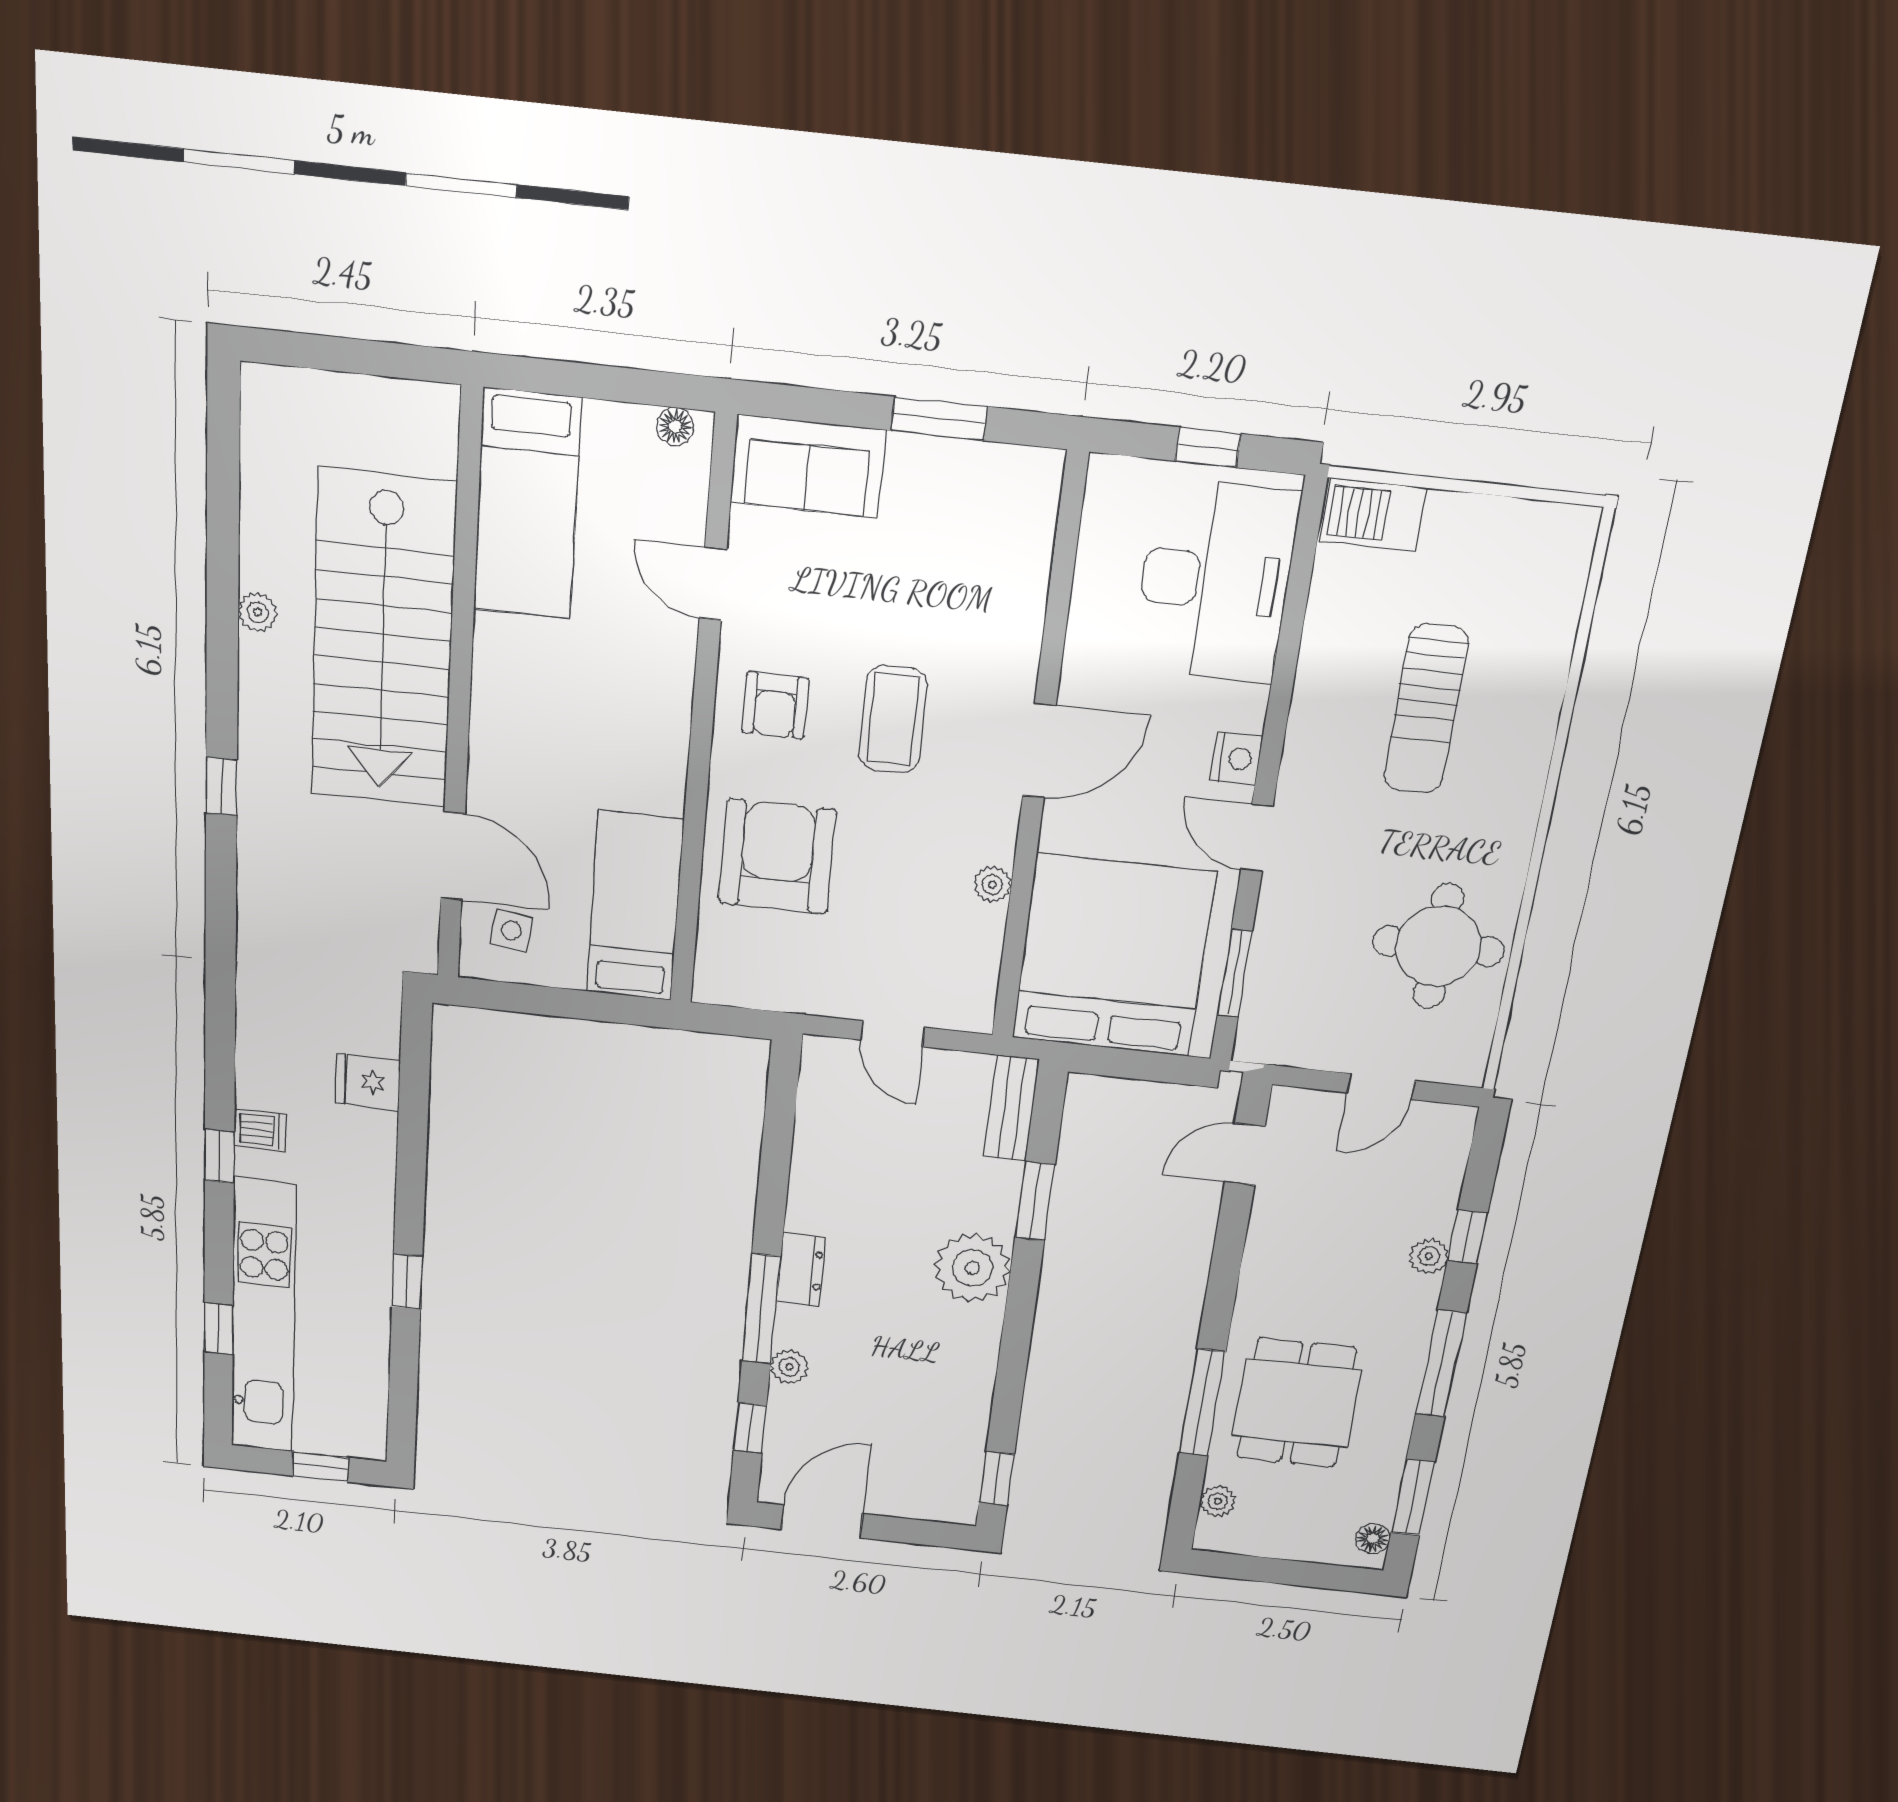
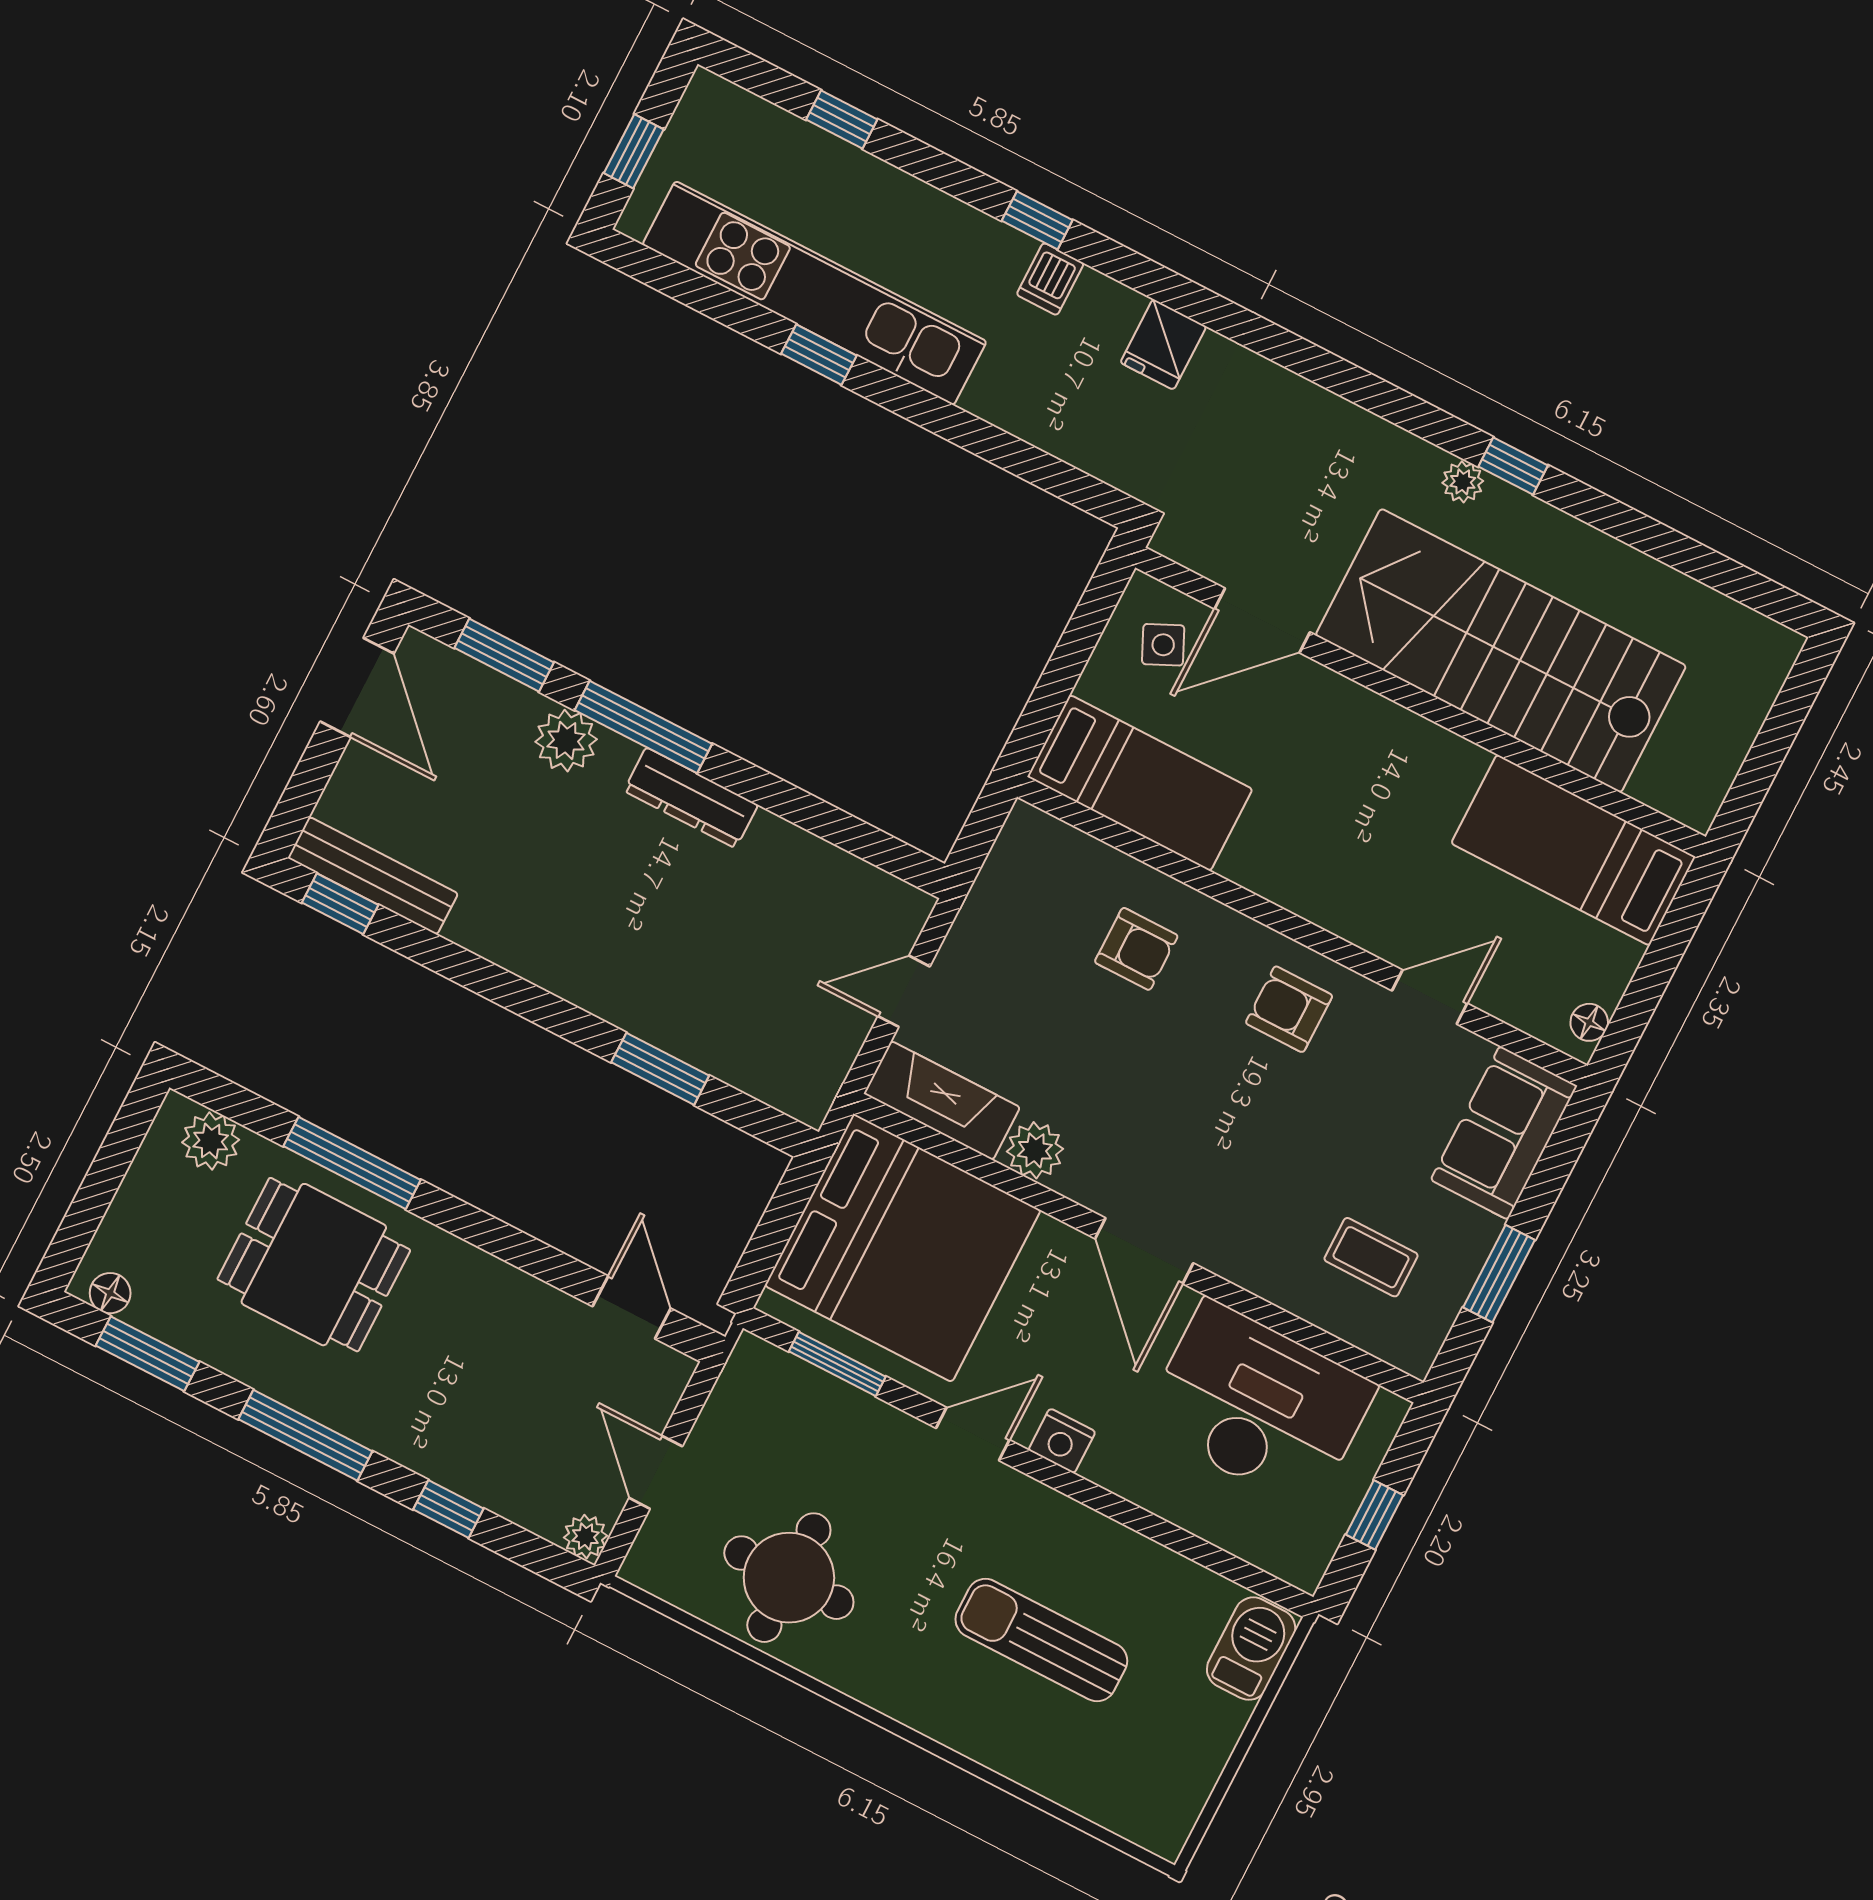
desk: (1215, 581) -> (1258, 1405), moved, turned 180
plant: (258, 612) -> (1463, 482), moved
coffee table: (893, 719) -> (1371, 1257), moved, width x0.73, depth x0.77
window: (221, 786) -> (1513, 466), moved
armchair: (777, 857) -> (1136, 949), width x0.53, depth x0.53
plant: (992, 885) -> (1035, 1150), width x1.38, depth x1.38
side table: (511, 931) -> (1163, 645), turned -33
fireplace: (973, 970) -> (942, 1100), added
fridge: (368, 1082) -> (1163, 344), moved, turned 180
bench: (1012, 1108) -> (373, 876), moved, width x1.36
plant: (1429, 1256) -> (585, 1537), moved
plant: (972, 1268) -> (607, 973), removed
dresser: (801, 1269) -> (691, 798), width x1.44
kitchen unit: (263, 1317) -> (814, 293), moved, turned 180
plant: (789, 1367) -> (566, 741), width x1.38, depth x1.38
window: (750, 1428) -> (504, 655), width x1.50
plant: (1218, 1501) -> (211, 1141), width x1.38, depth x1.38

